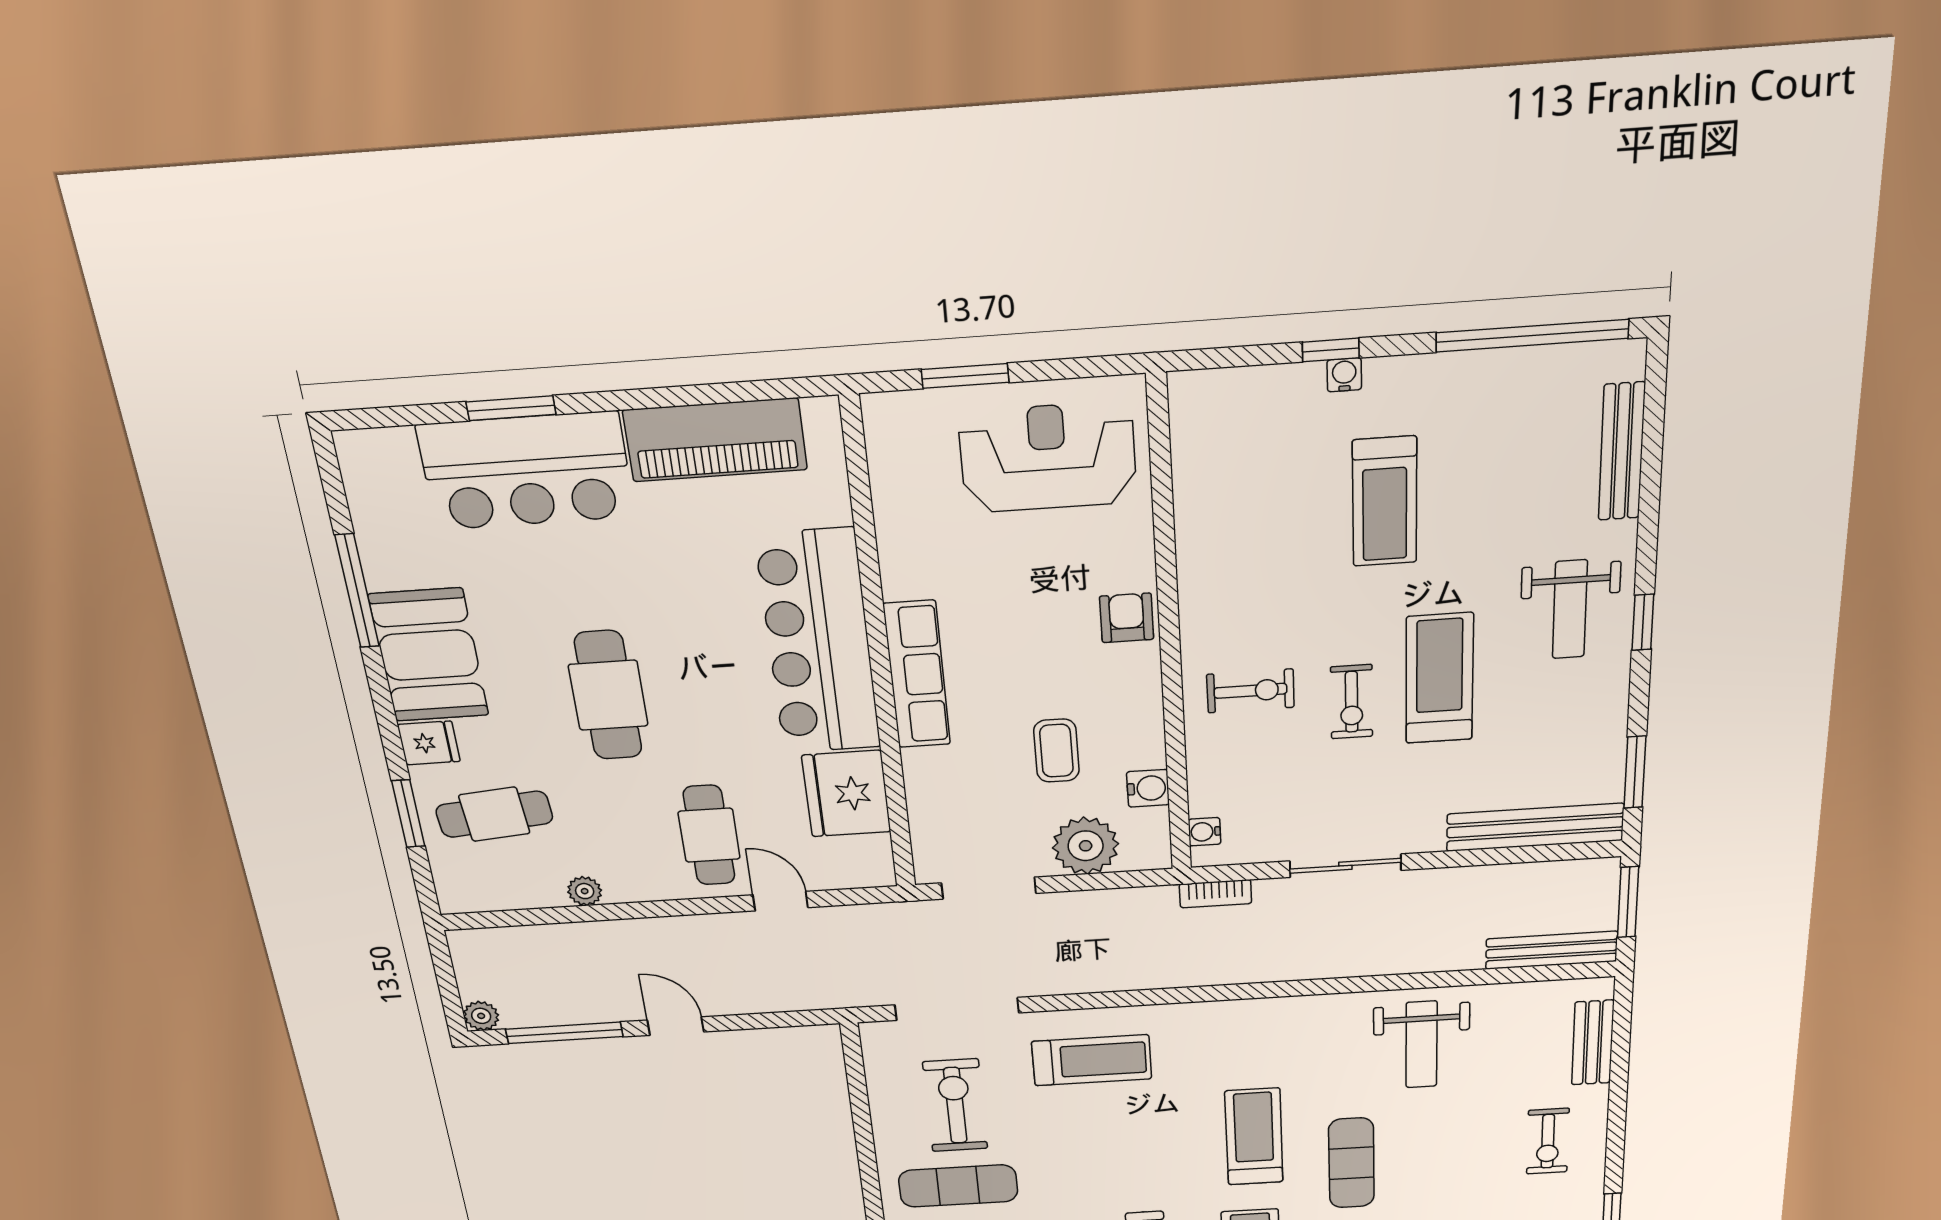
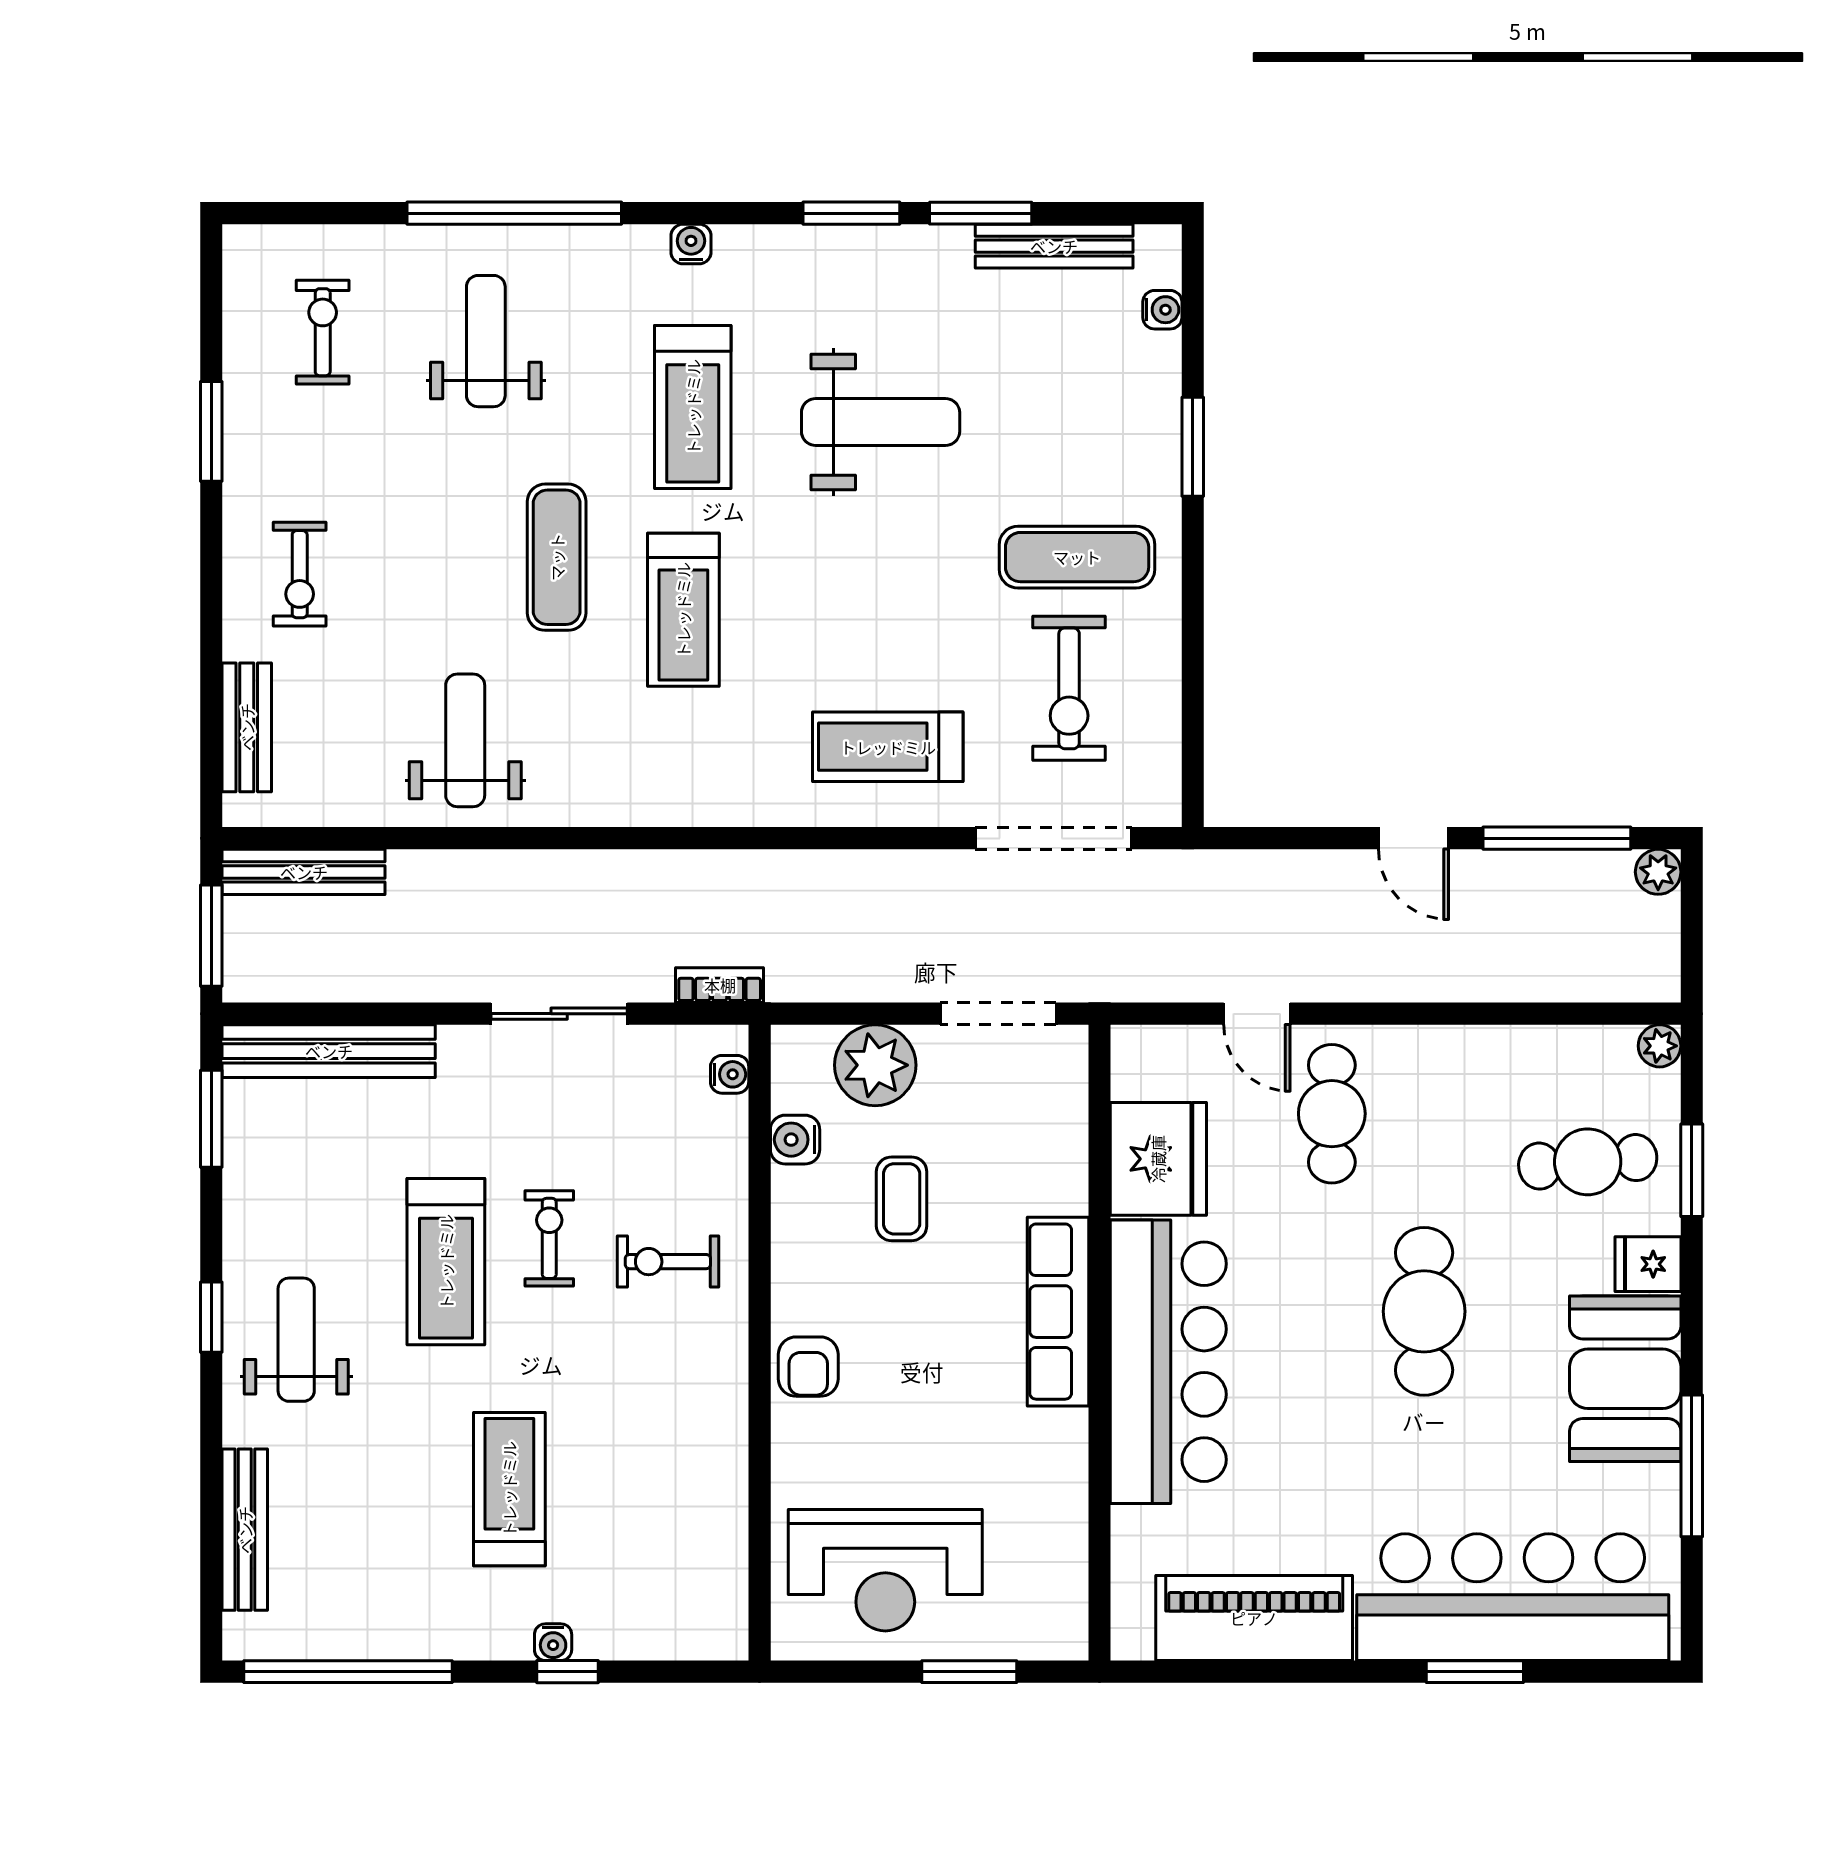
bar counter: (526, 471) -> (1513, 1597), width x1.36
plant: (585, 891) -> (1660, 1046), moved
exercise bike: (1548, 1141) -> (300, 574), turned 180

